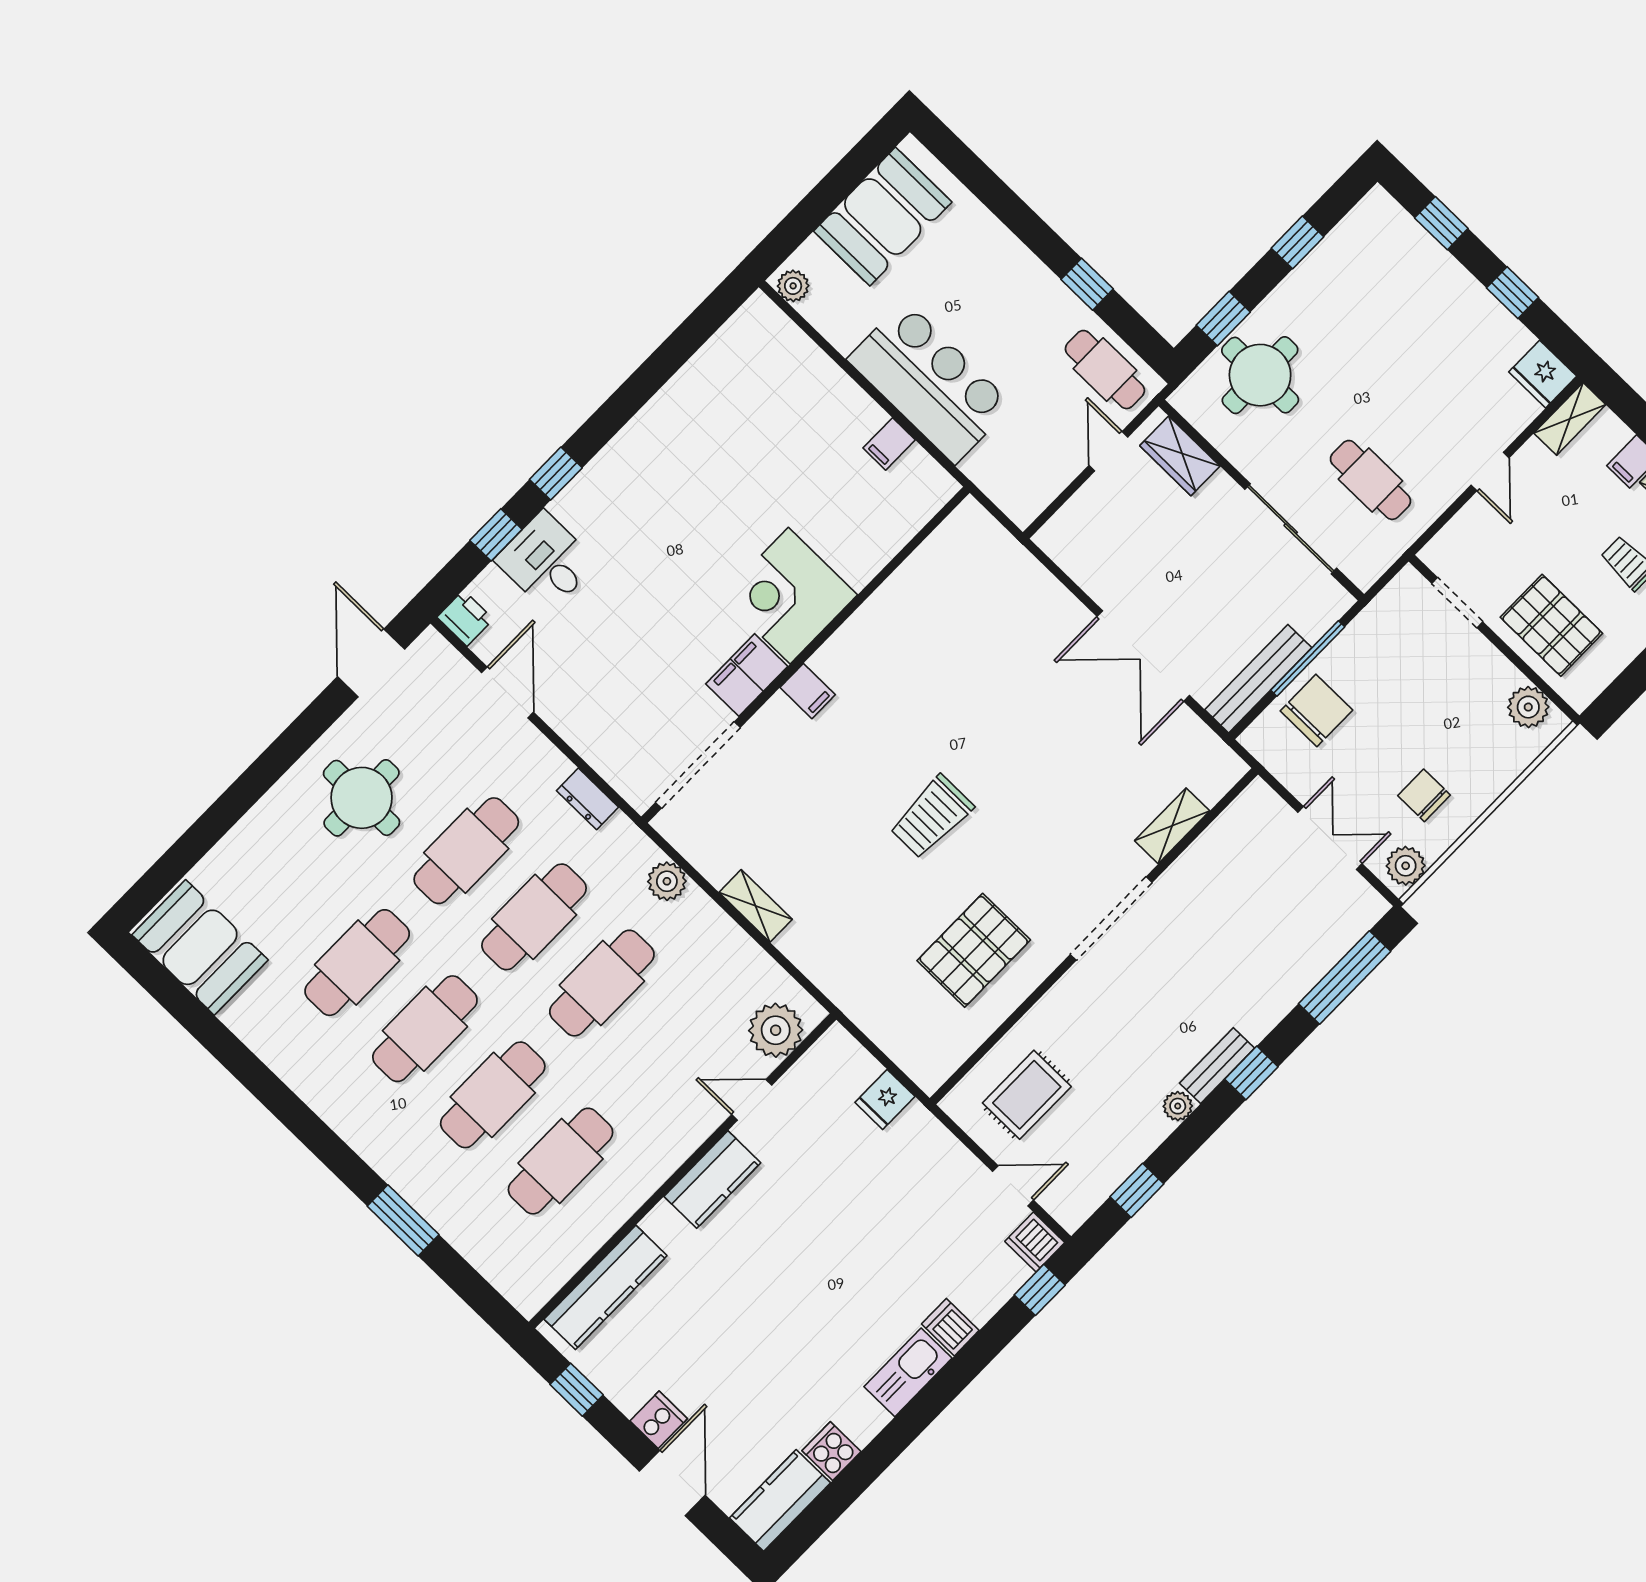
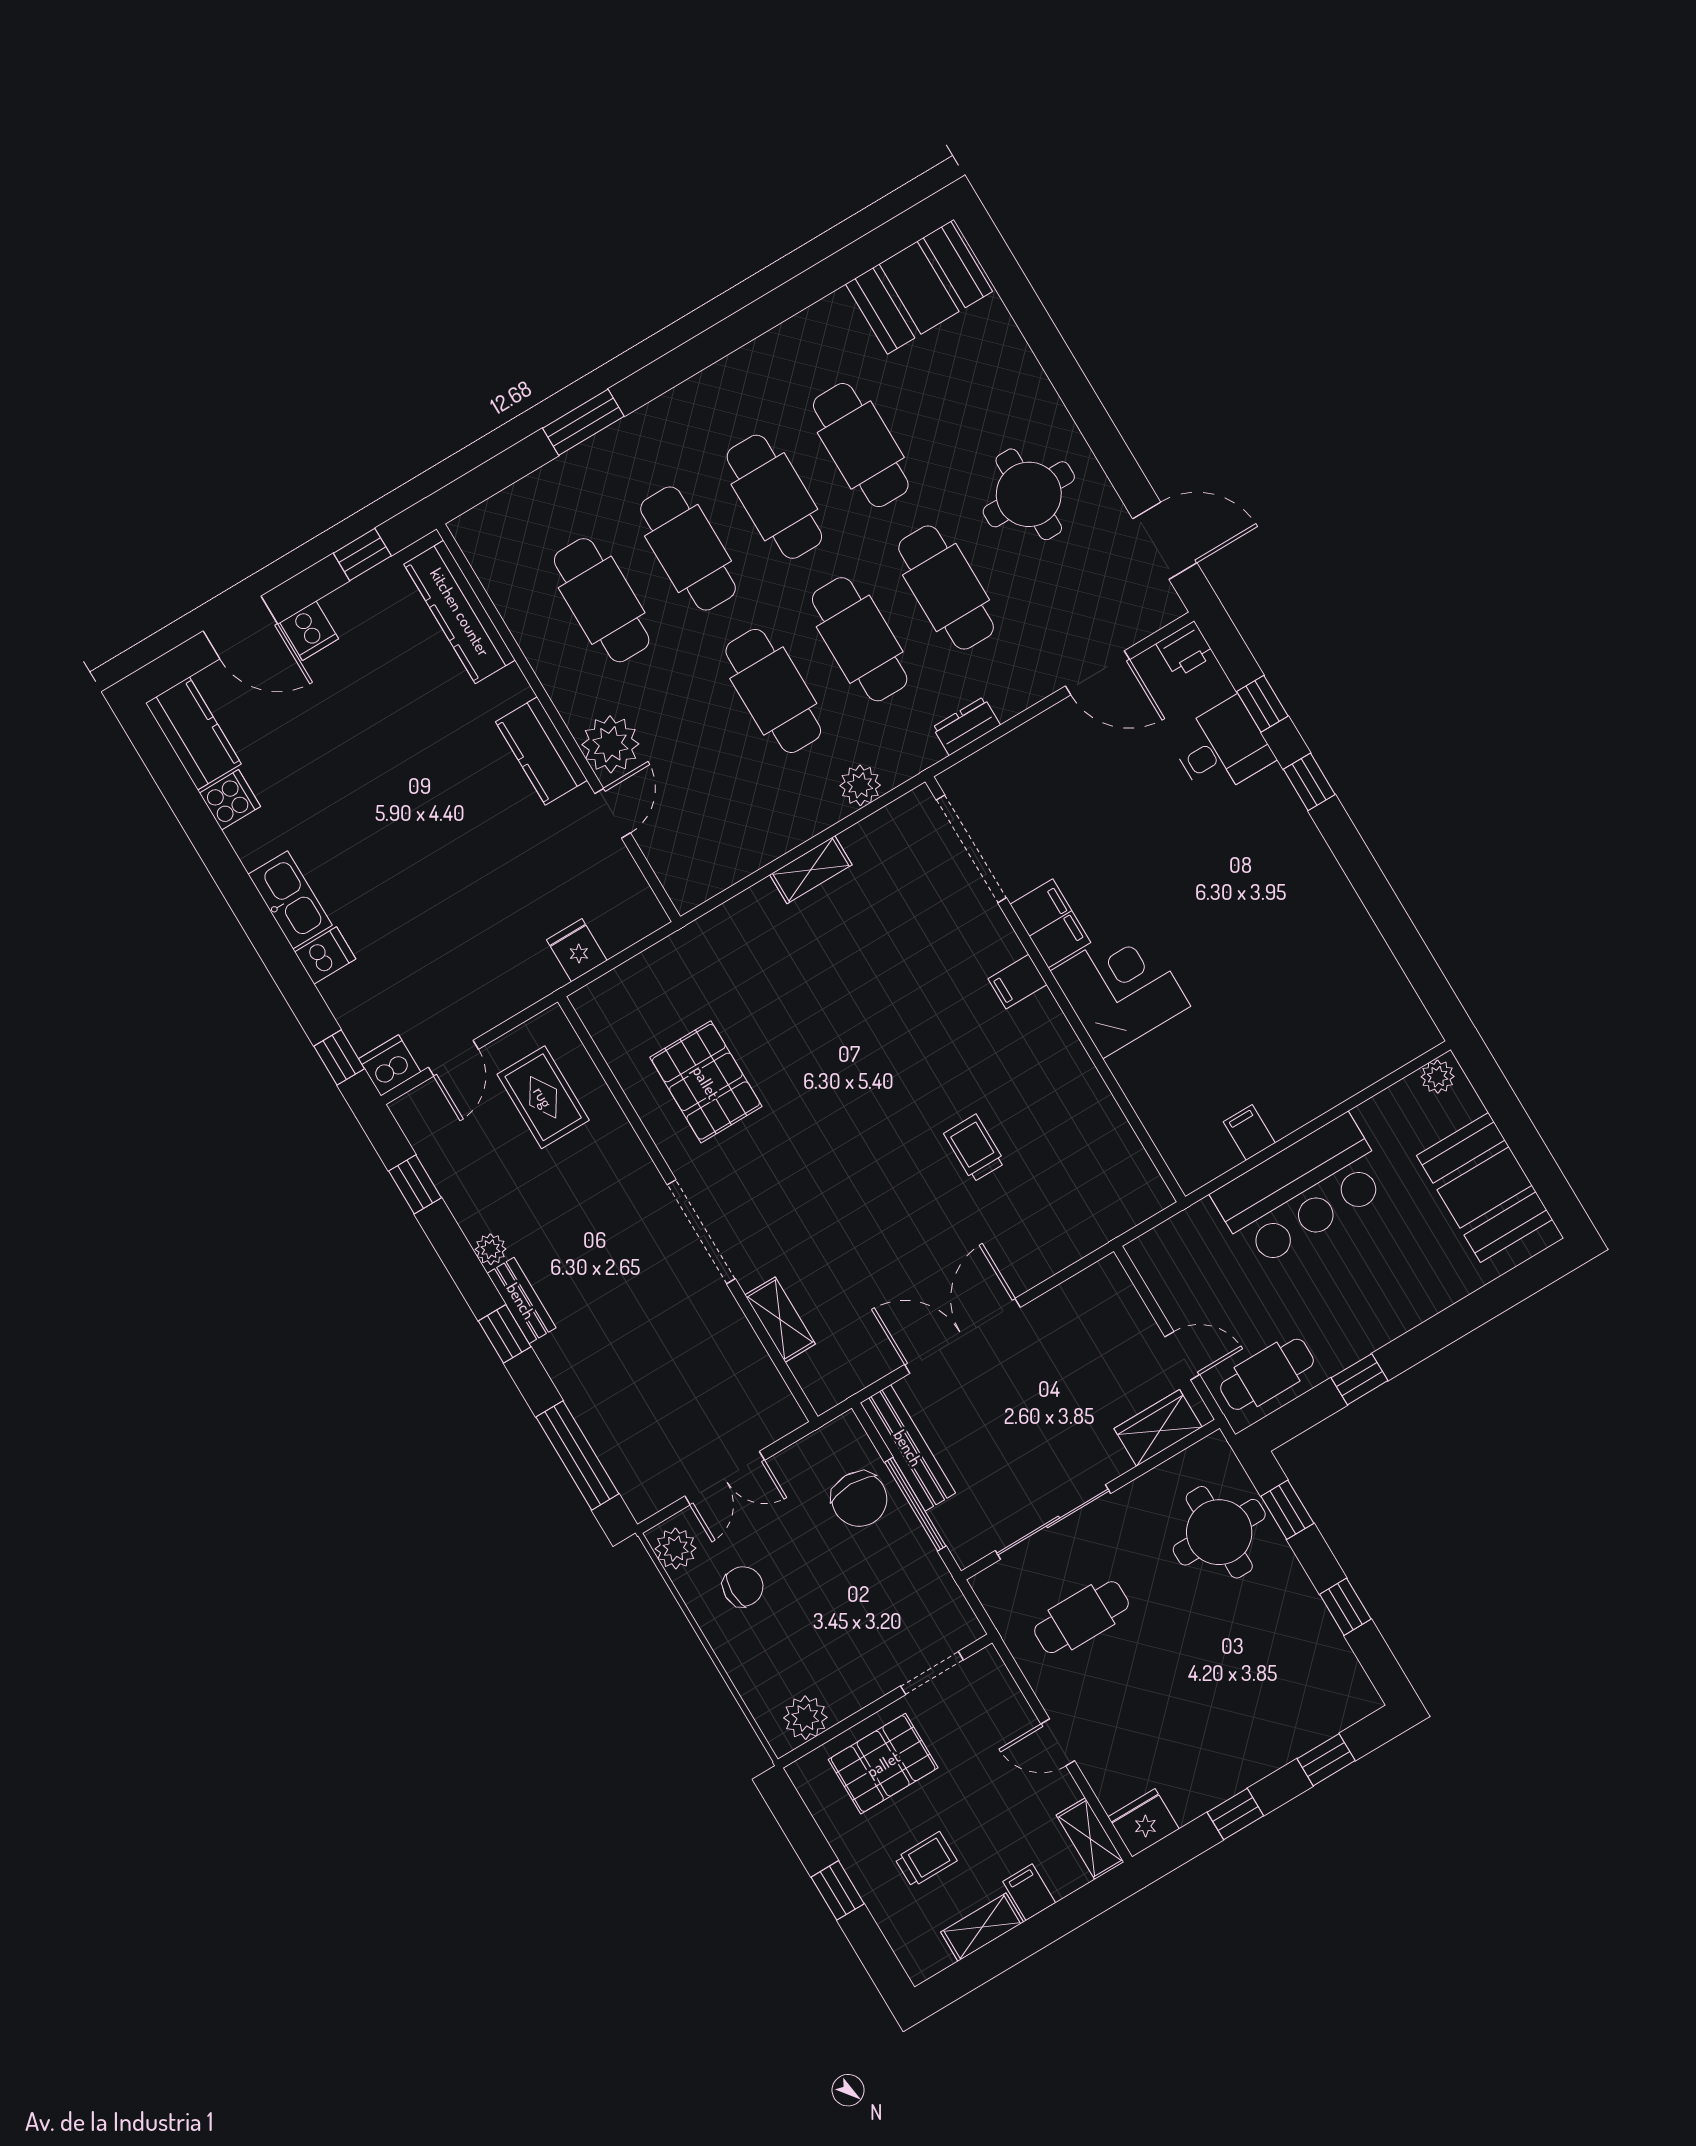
trolley: (932, 817) -> (974, 1148), moved, width x0.73, depth x0.72
plant: (776, 1030) -> (610, 744), moved

